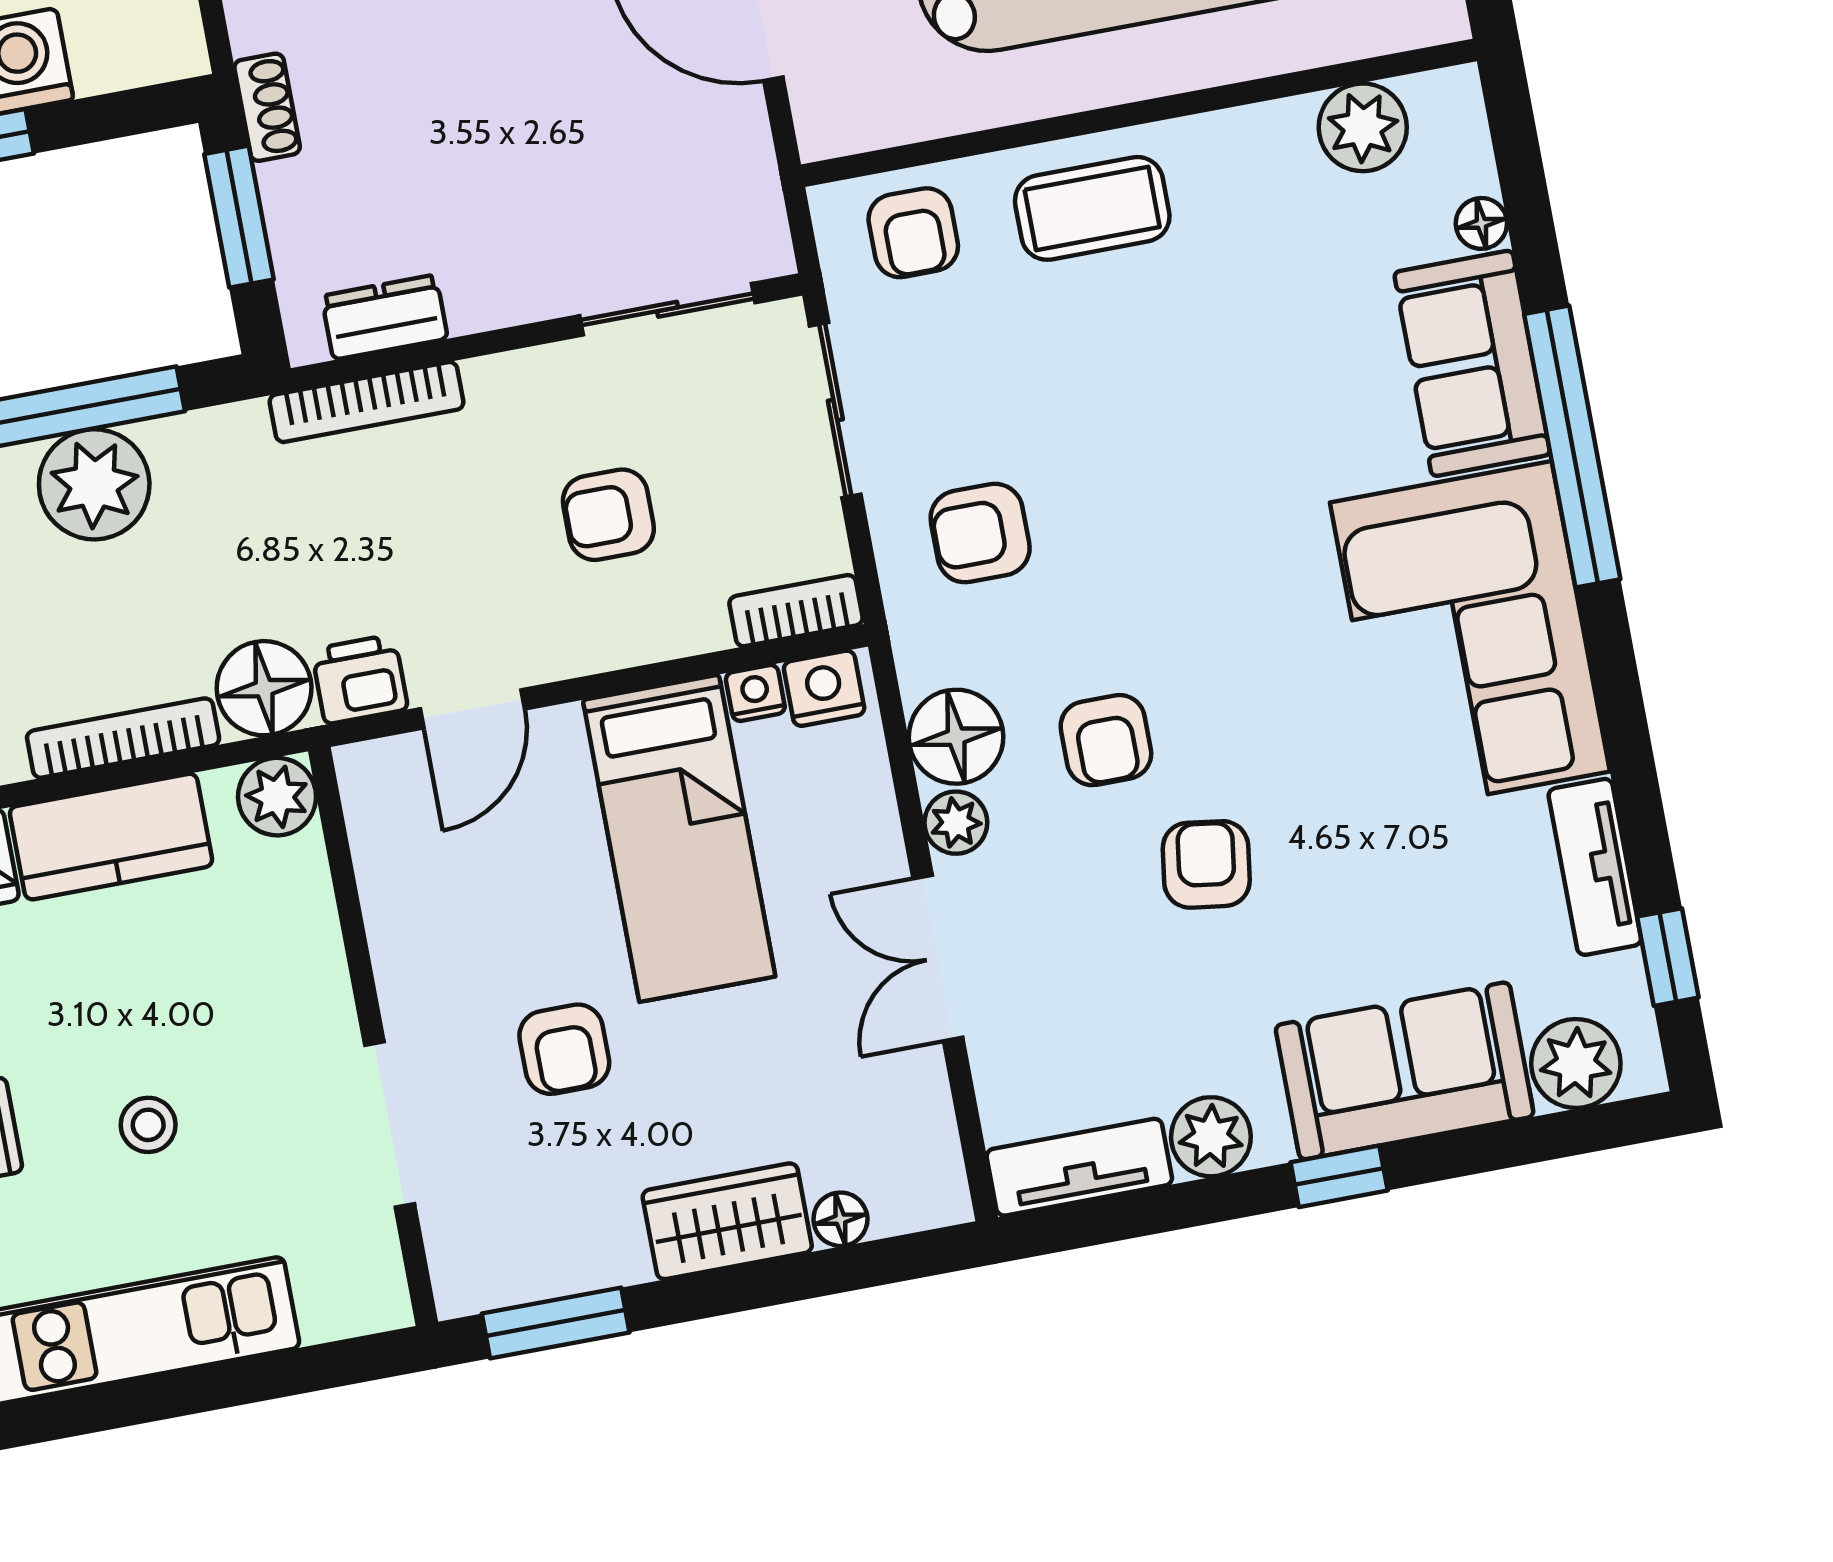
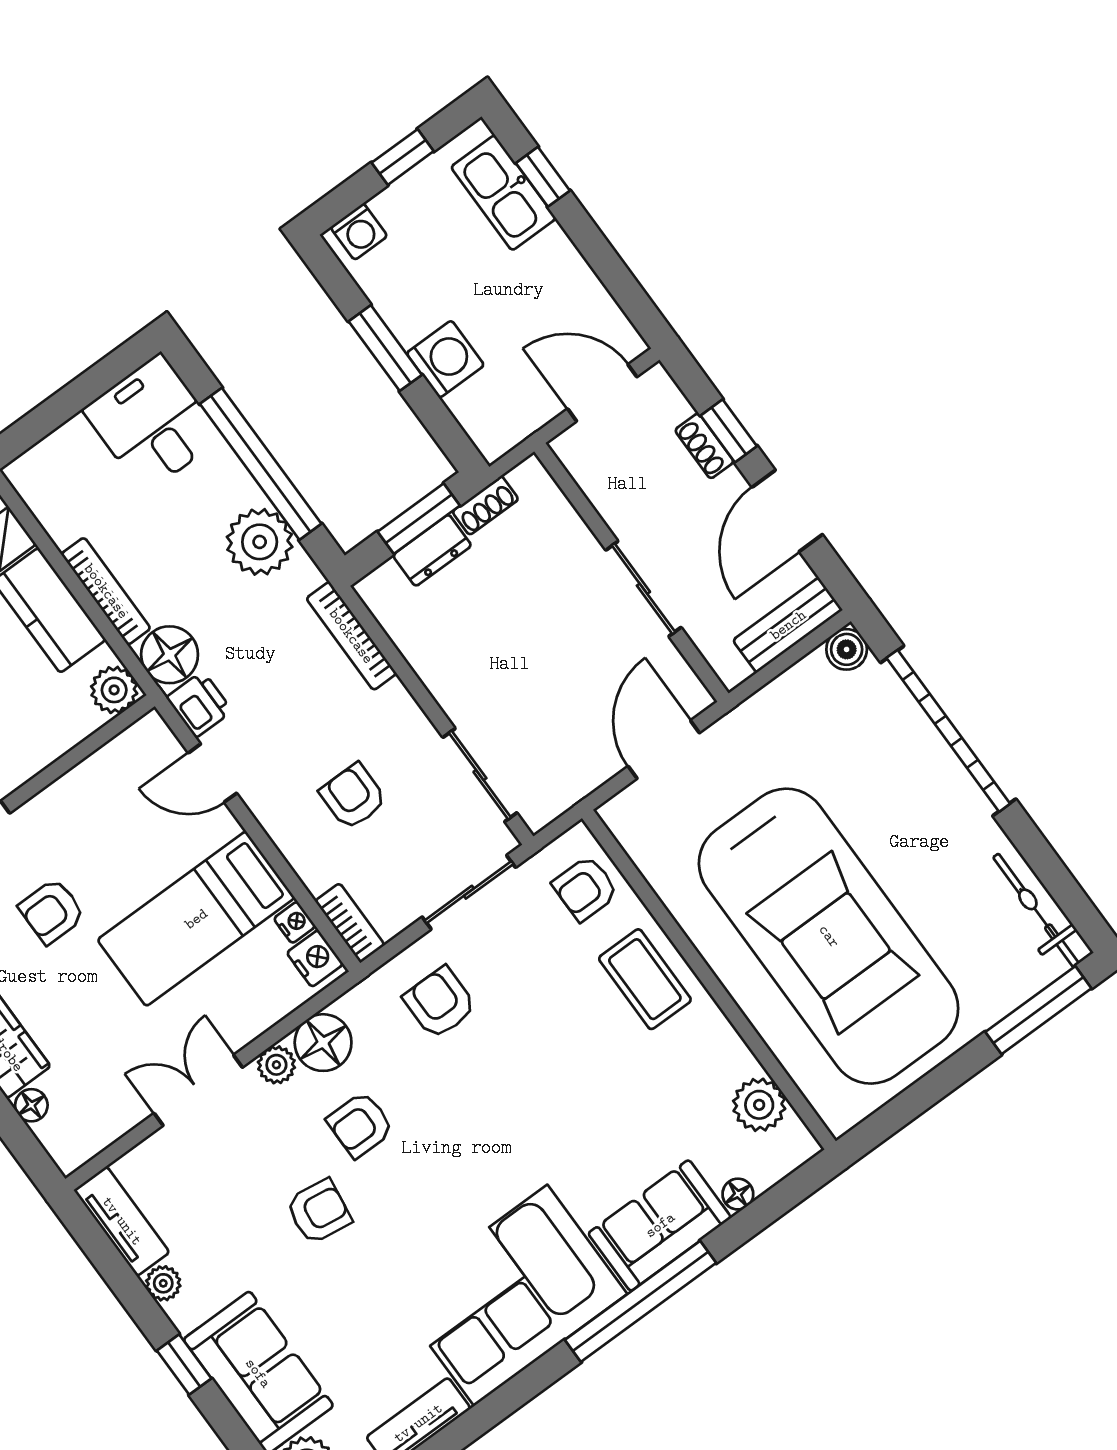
dresser: (385, 317) -> (432, 550), moved, turned 90
plant: (94, 484) -> (260, 542), moved
plant: (1211, 1137) -> (163, 1283), width x0.73, depth x0.73

